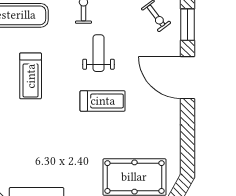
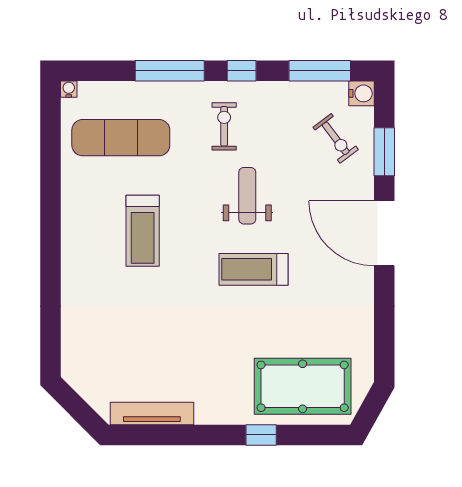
treadmill: (103, 101) -> (253, 269), turned 180

